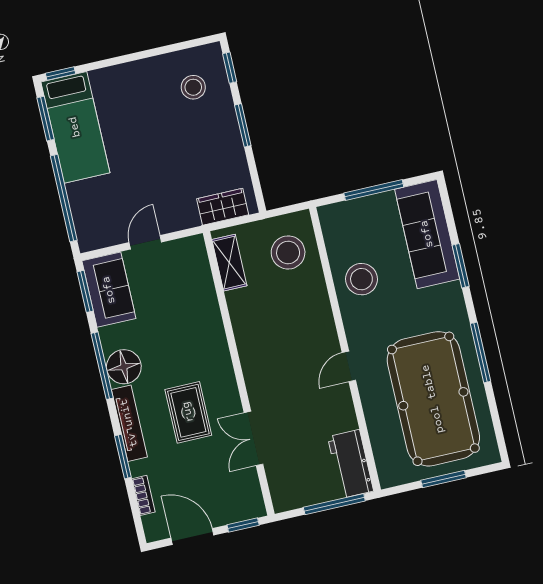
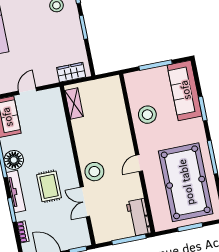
stool: (288, 252) -> (94, 172), moved

